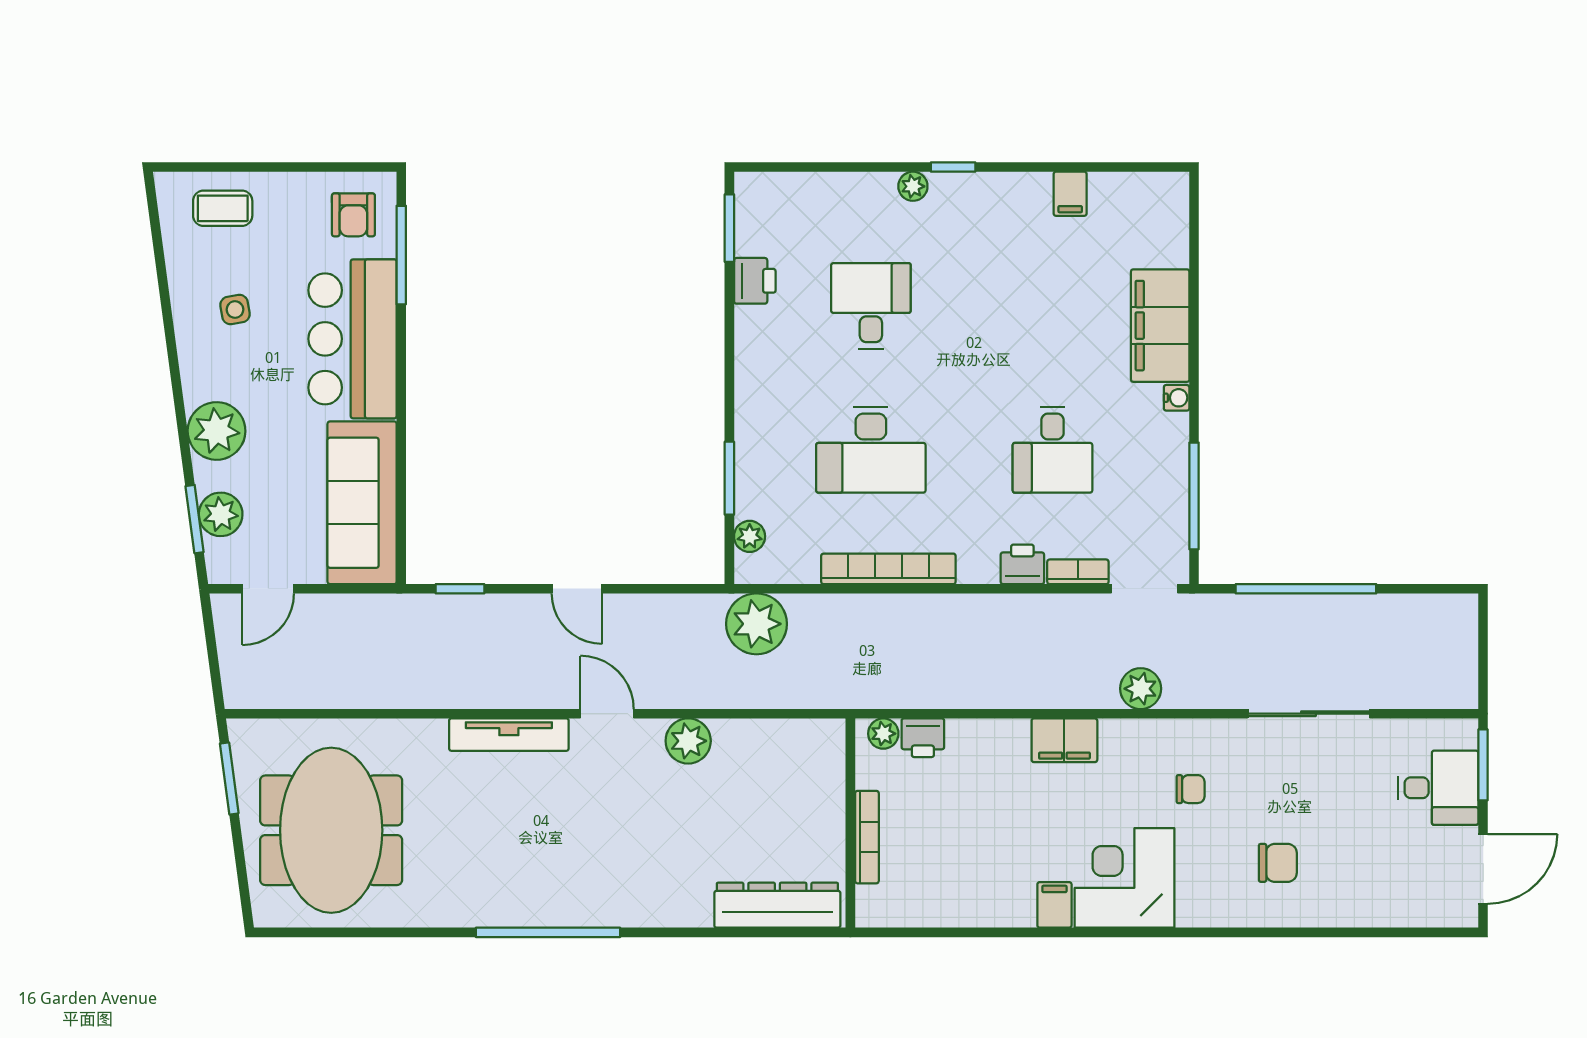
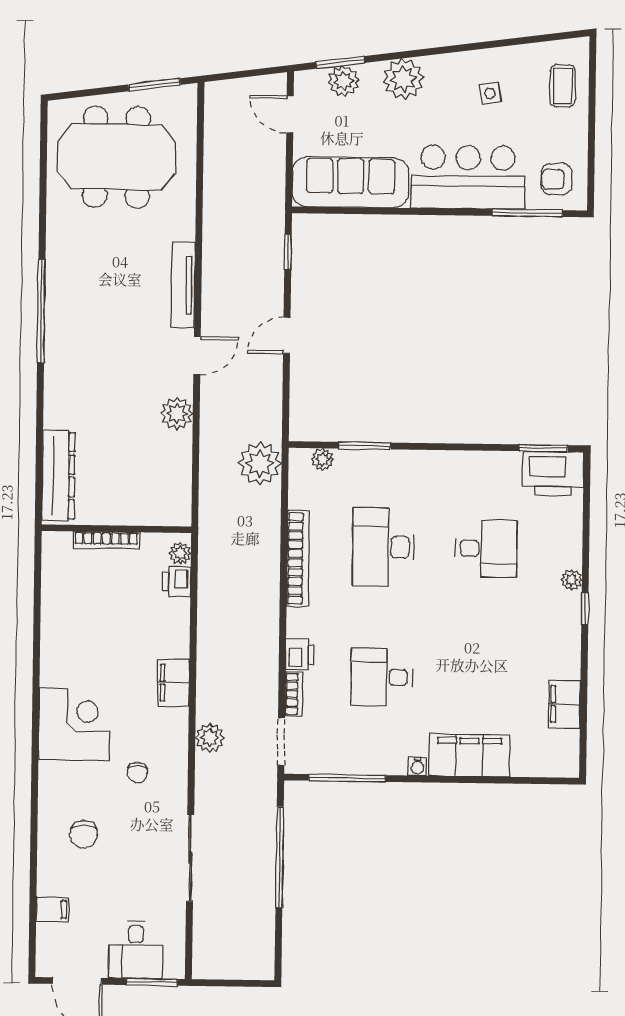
filing cabinet: (1070, 194) -> (564, 704), width x2.00
printer: (755, 281) -> (553, 474), moved, width x1.87, depth x1.48
filing cabinet: (1054, 905) -> (53, 909), moved

